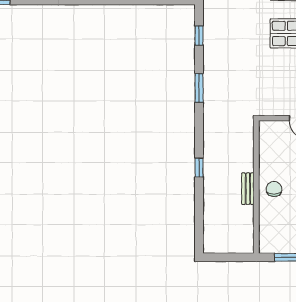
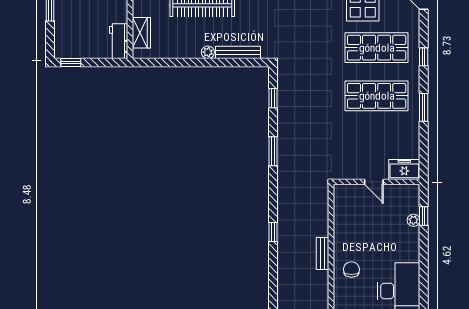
chair: (274, 189) -> (351, 270), moved

